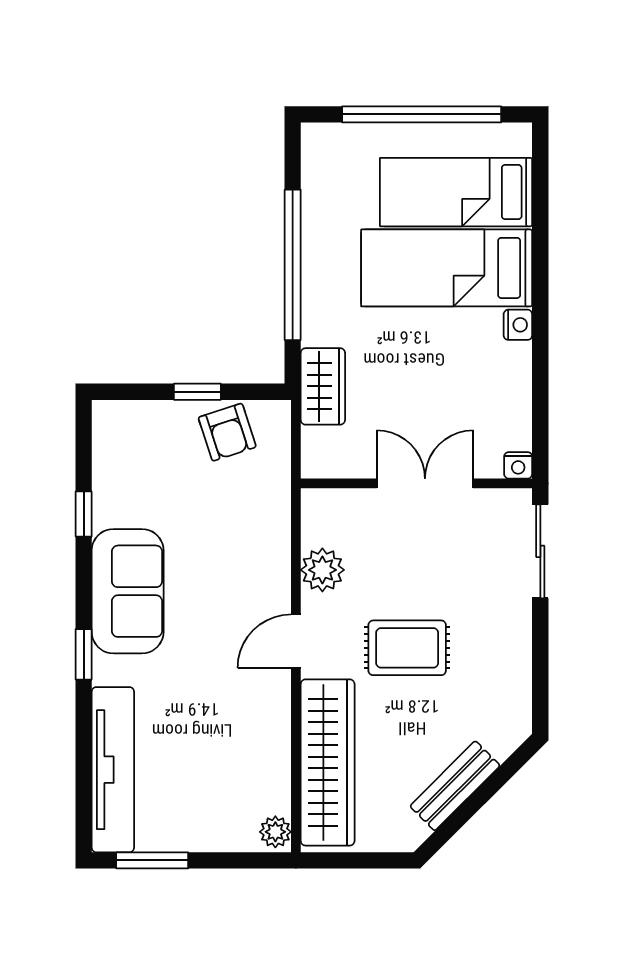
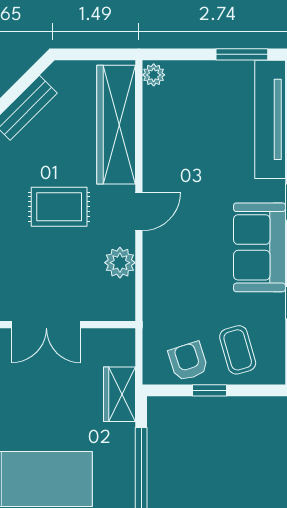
coffee table: (158, 448) -> (238, 350), added

